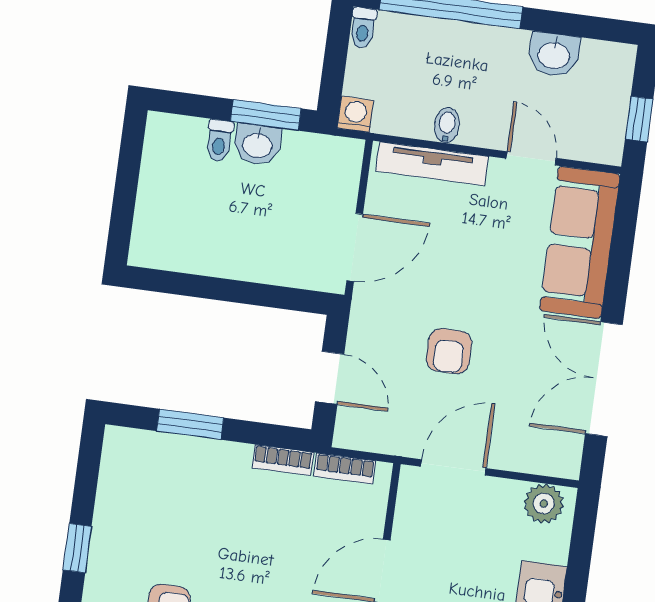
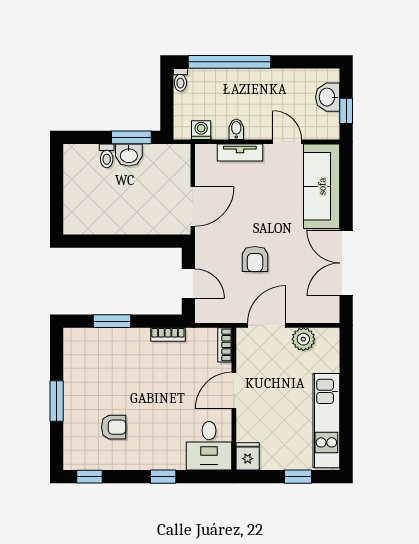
washbasin: (554, 55) -> (328, 97), moved, turned 90
washing machine: (355, 114) -> (201, 130), moved
tv unit: (432, 164) -> (240, 153), width x0.71
bookcase: (345, 469) -> (225, 345), moved, turned 90
plant: (544, 504) -> (303, 339), moved
window: (77, 548) -> (57, 401), width x1.50

